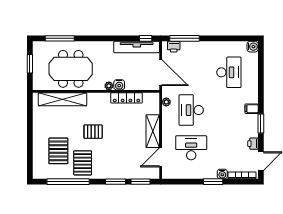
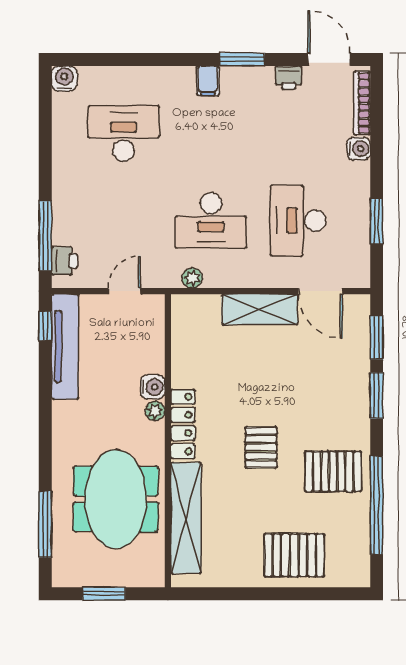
door: (161, 73) -> (124, 291), width x0.53
locker: (127, 98) -> (183, 424), moved
pallet: (58, 151) -> (294, 555), moved
window: (213, 182) -> (377, 221), moved

